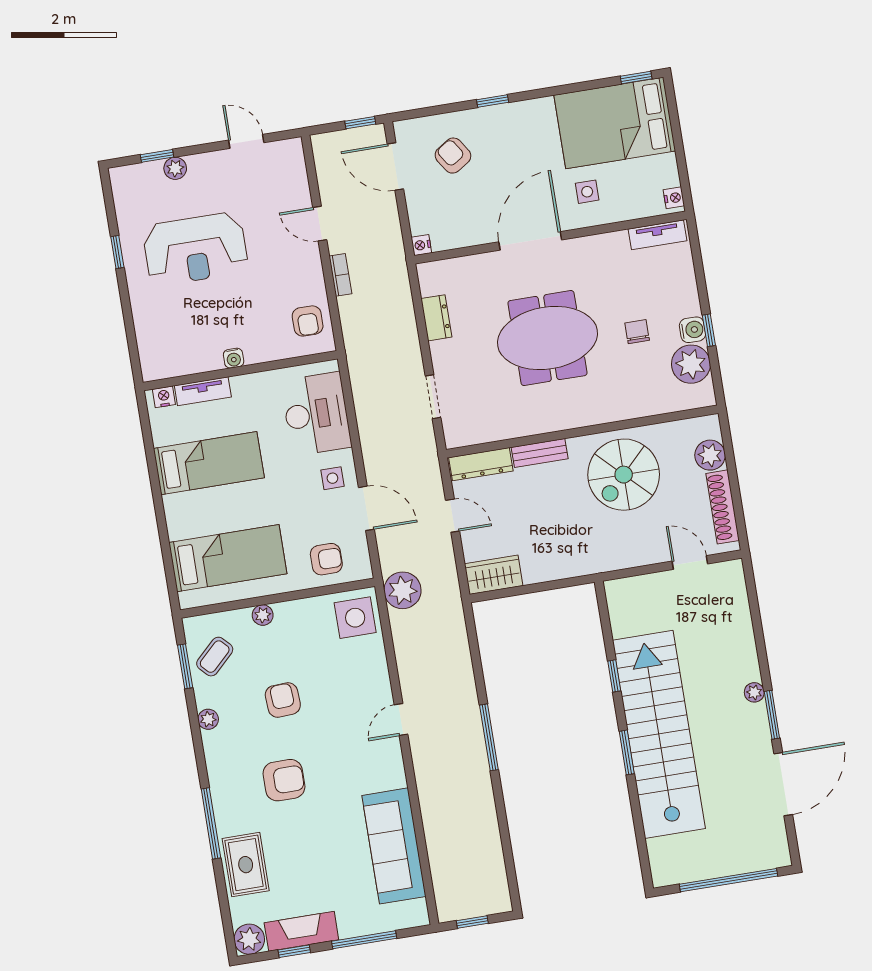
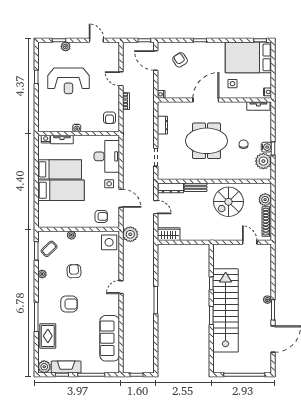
bed: (228, 558) -> (61, 190), moved

